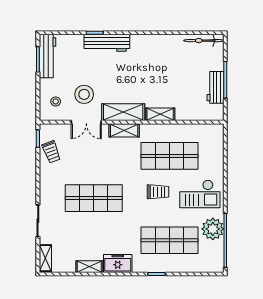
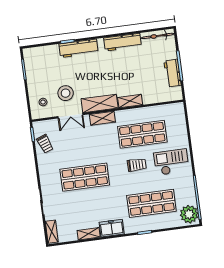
workbench: (47, 56) -> (123, 42), moved, turned 90
checkout: (200, 194) -> (171, 162), turned 180
plant: (213, 229) -> (189, 214), moved

